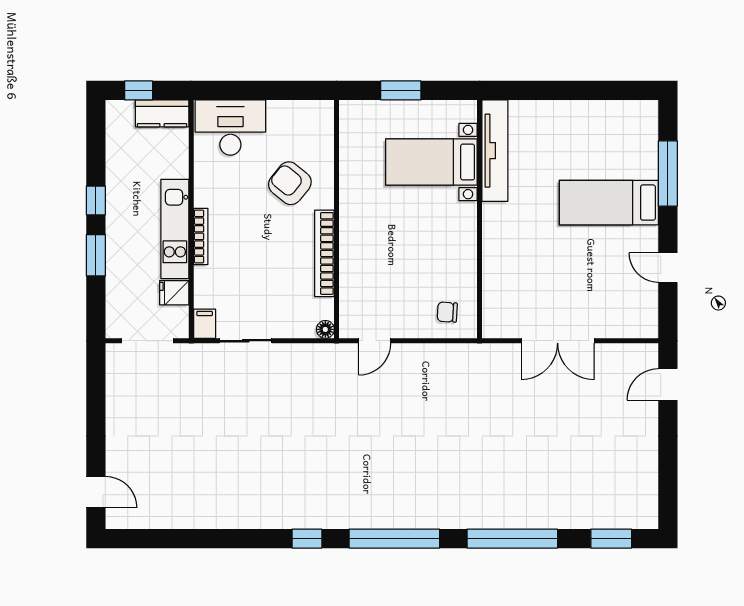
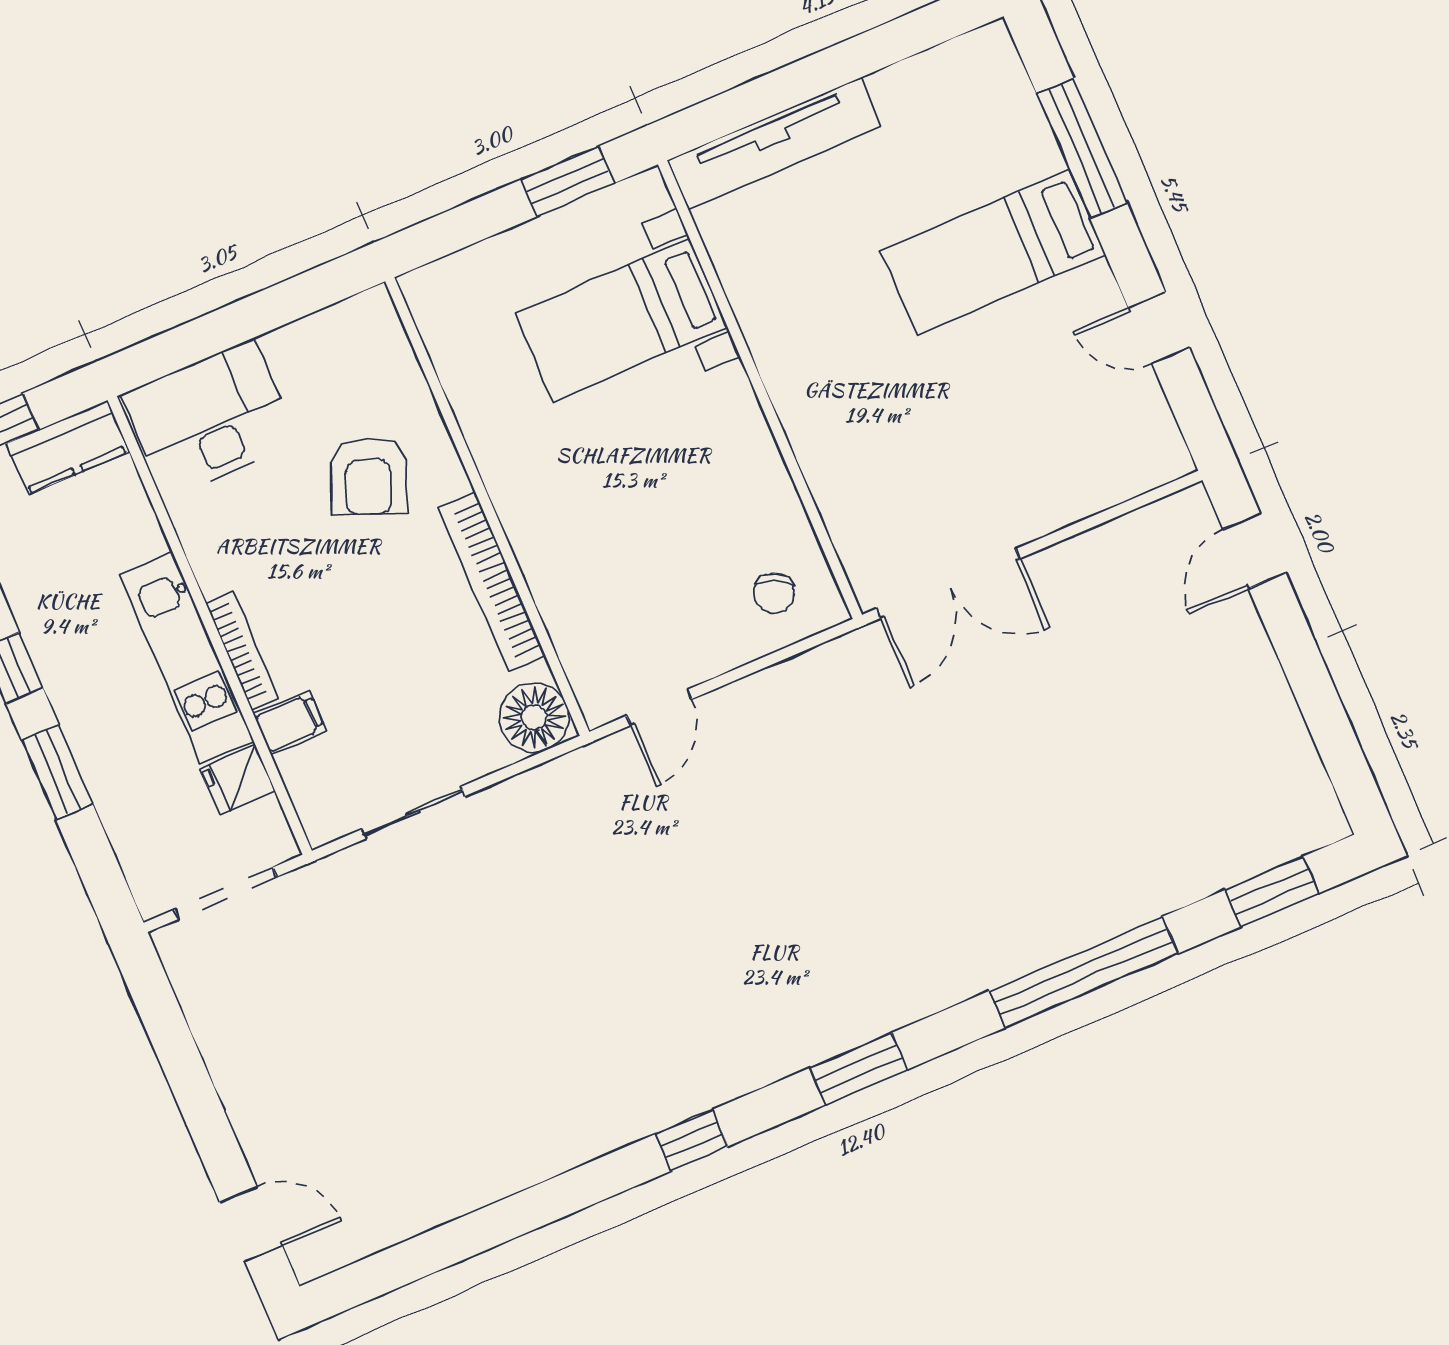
window: (401, 90) -> (568, 181), moved
tv unit: (495, 151) -> (774, 144), moved, turned 90
armchair: (290, 183) -> (369, 476), turned -107
chair: (447, 312) -> (774, 593), turned -68
filing cabinet: (205, 324) -> (290, 723), moved, turned 90
floor lamp: (325, 329) -> (534, 718), width x1.89, depth x1.89
double door: (558, 341) -> (948, 583), moved
window: (394, 539) -> (858, 1069), width x0.47

